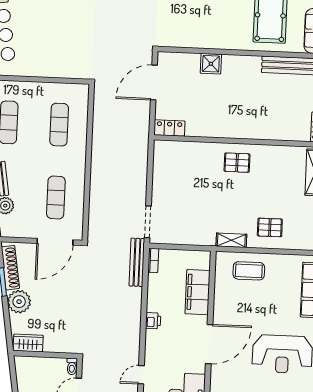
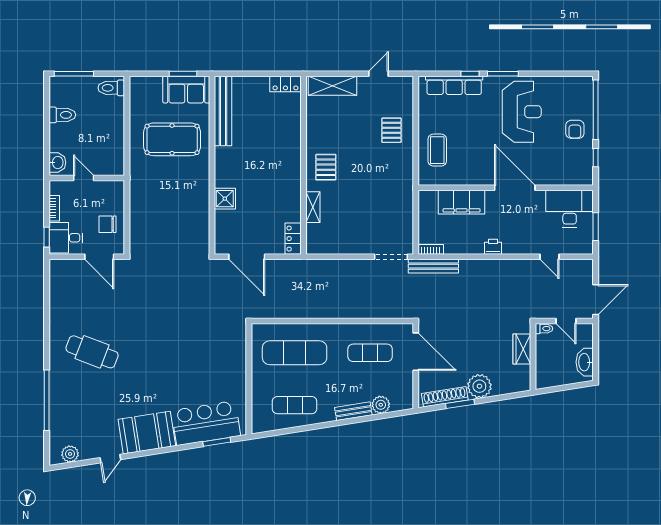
exercise mat: (59, 125) -> (295, 353), width x1.36, depth x1.45
shelving: (231, 240) -> (313, 207), moved
wardrobe: (28, 343) -> (522, 349), moved

